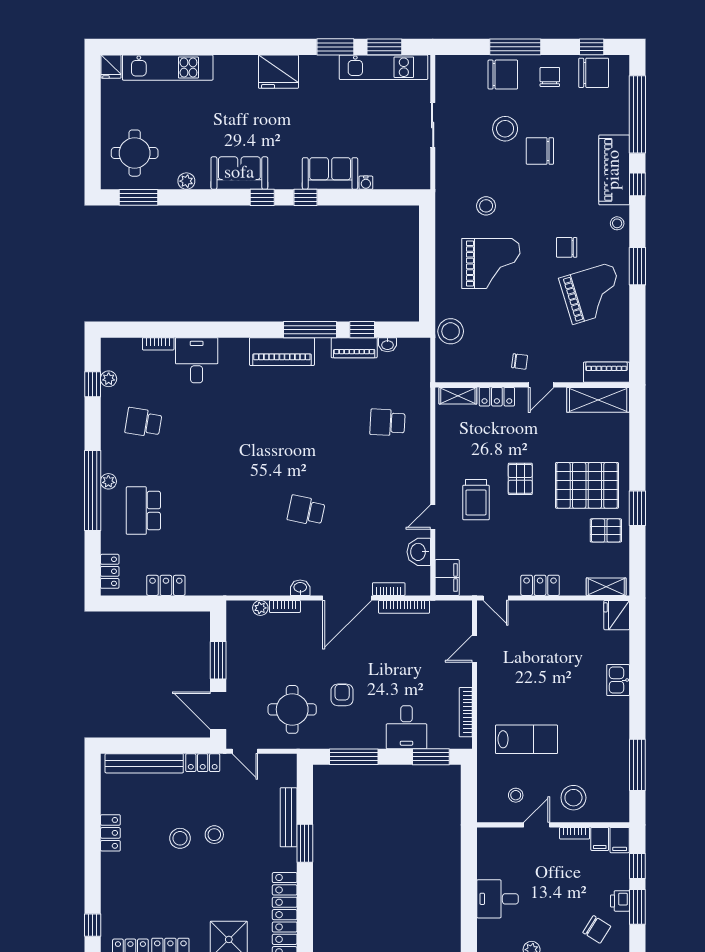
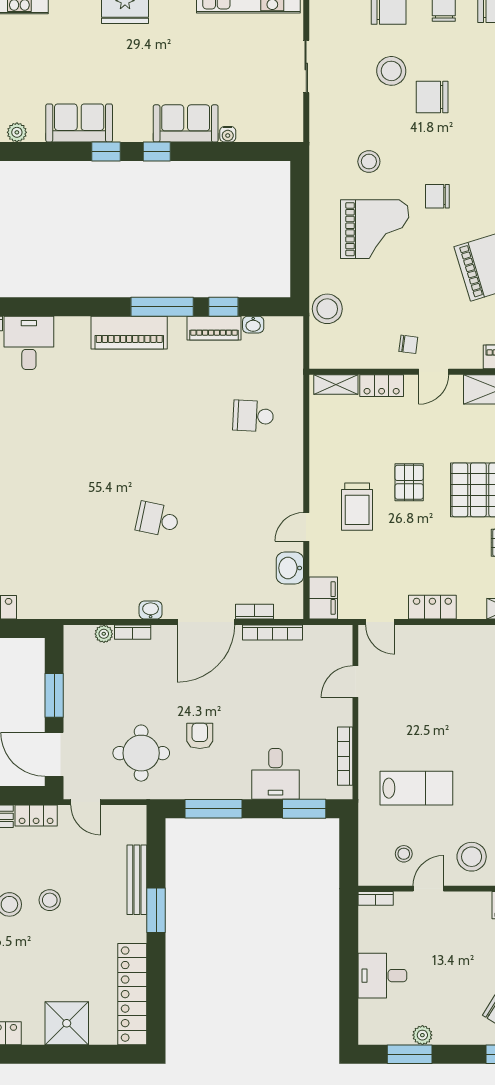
chair: (567, 247) -> (437, 196), moved
bookcase: (575, 833) -> (376, 898), moved

